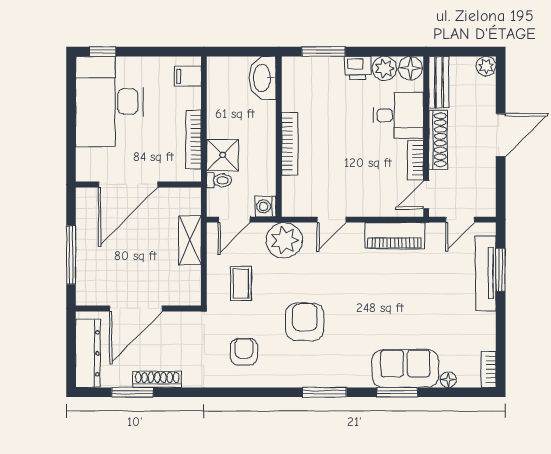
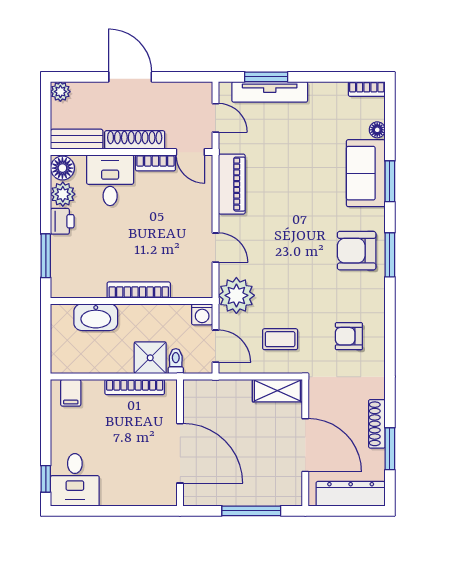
washbasin: (263, 78) -> (96, 317), moved
desk: (110, 101) -> (75, 480), width x0.53, depth x0.77
shelving: (190, 240) -> (277, 391), moved
armchair: (305, 322) -> (357, 251), moved

